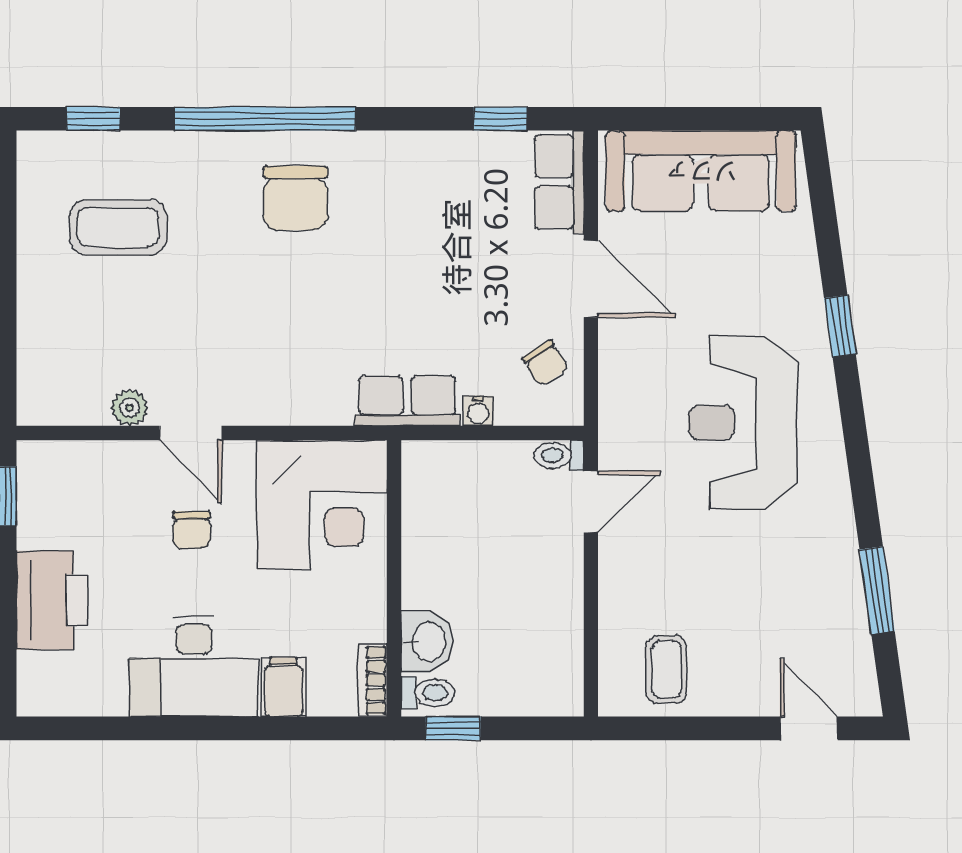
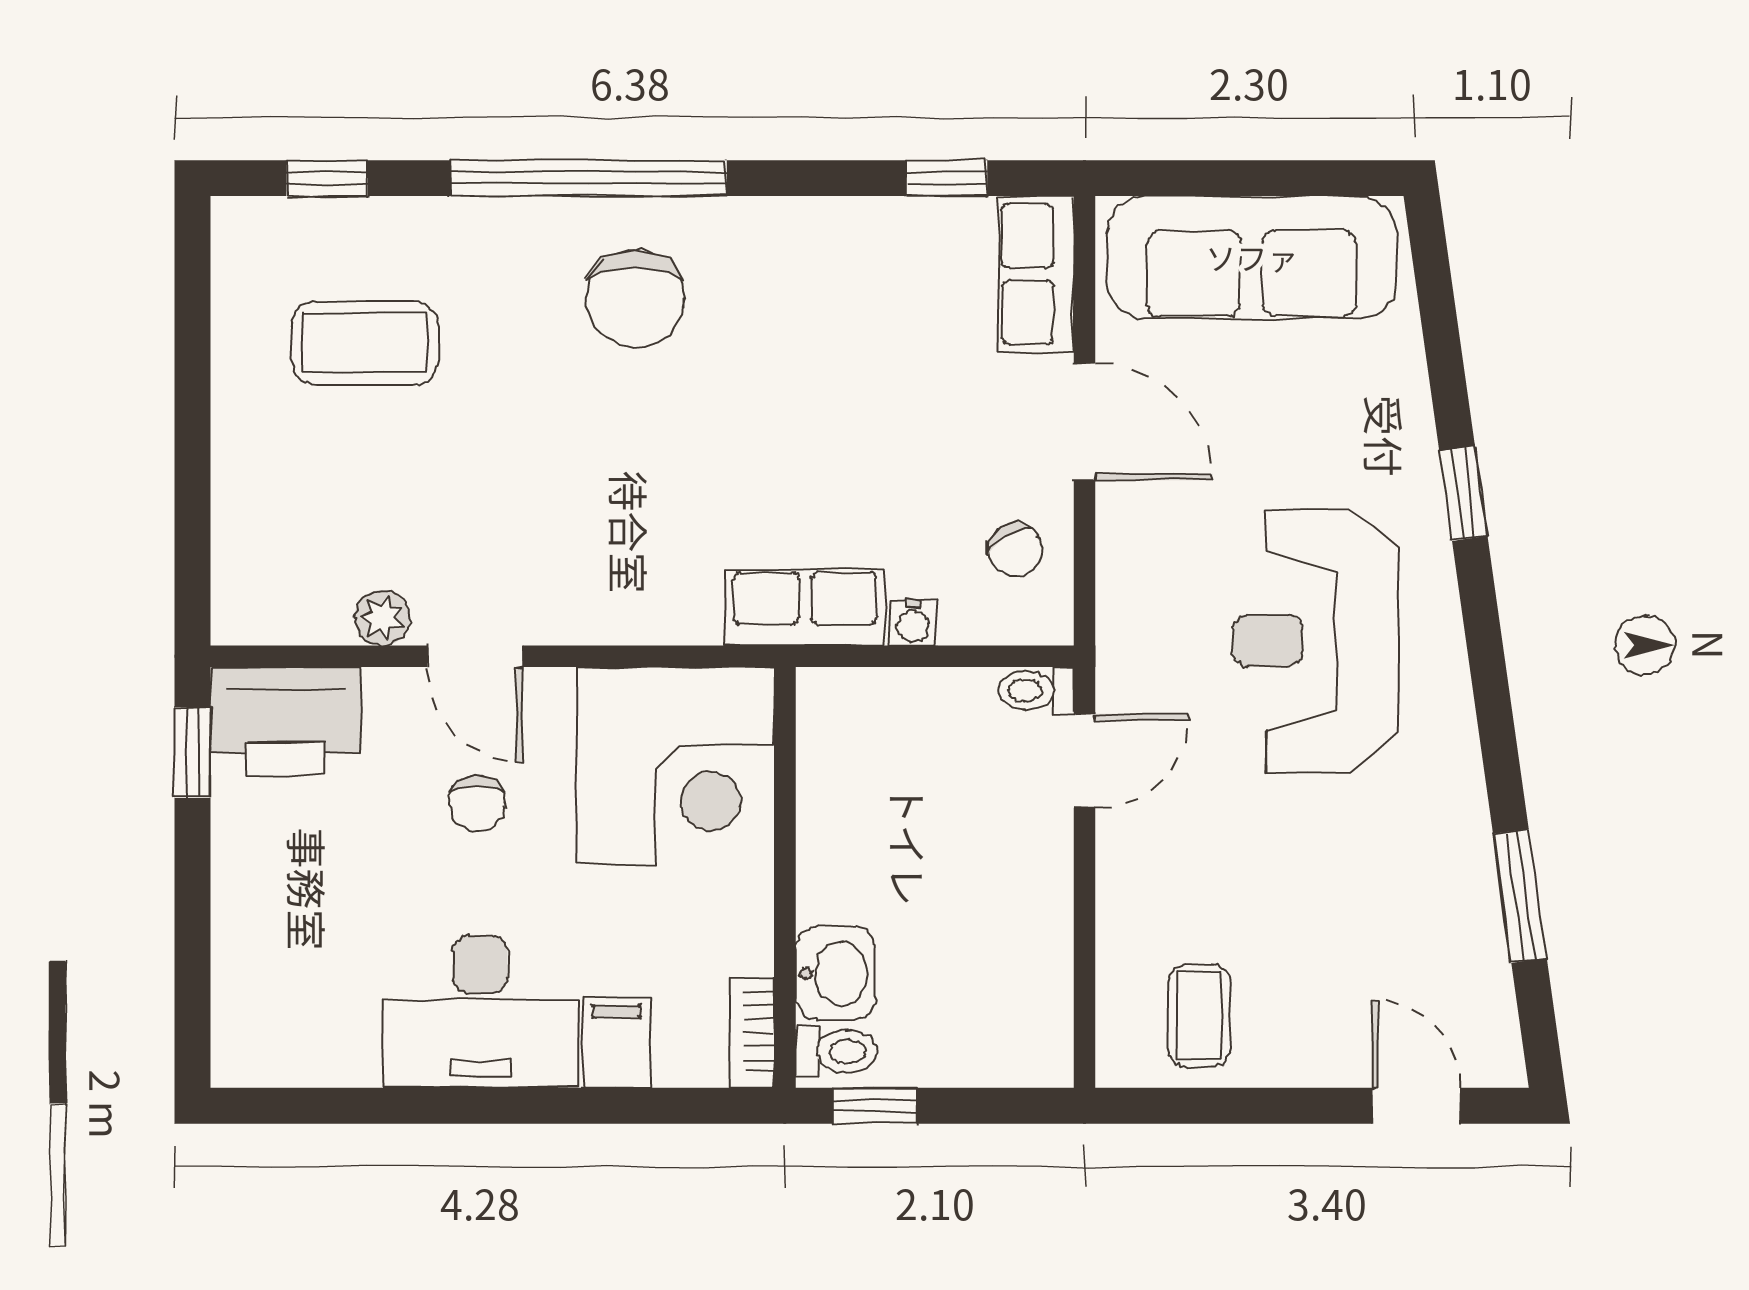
printer: (52, 600) -> (286, 721), moved, turned 90

